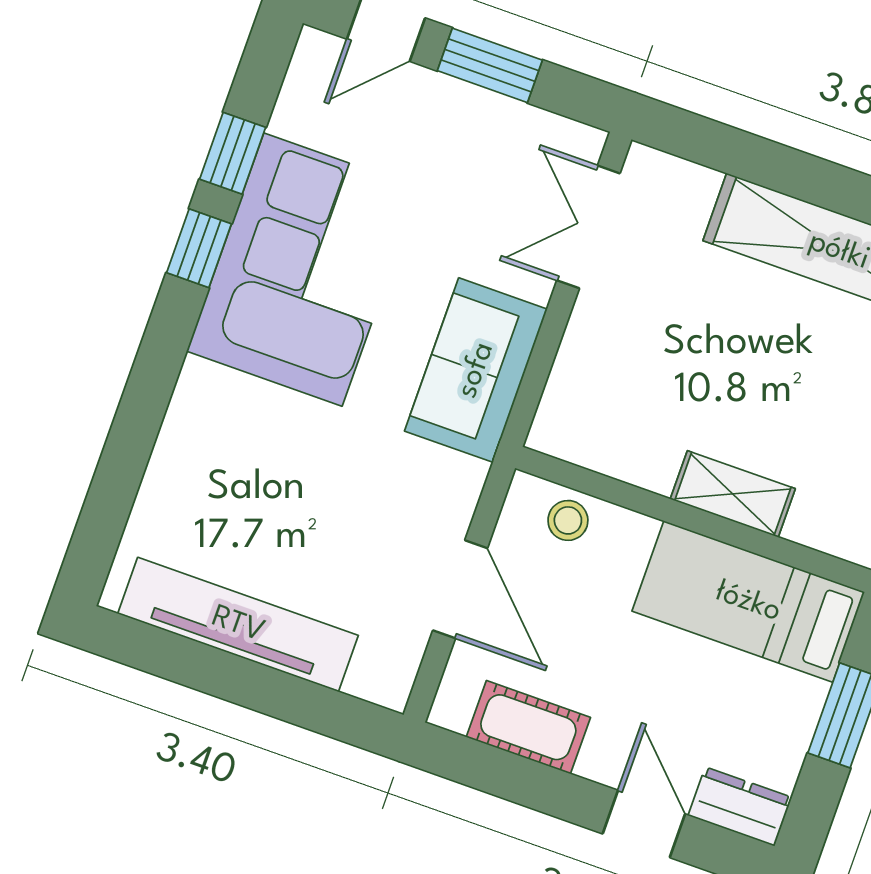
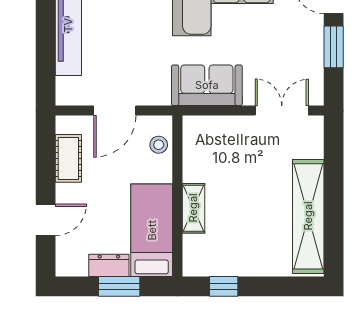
dresser: (740, 806) -> (109, 265), moved, turned -90

